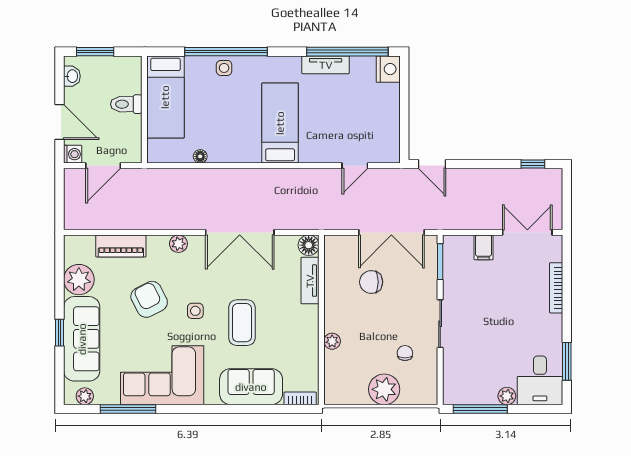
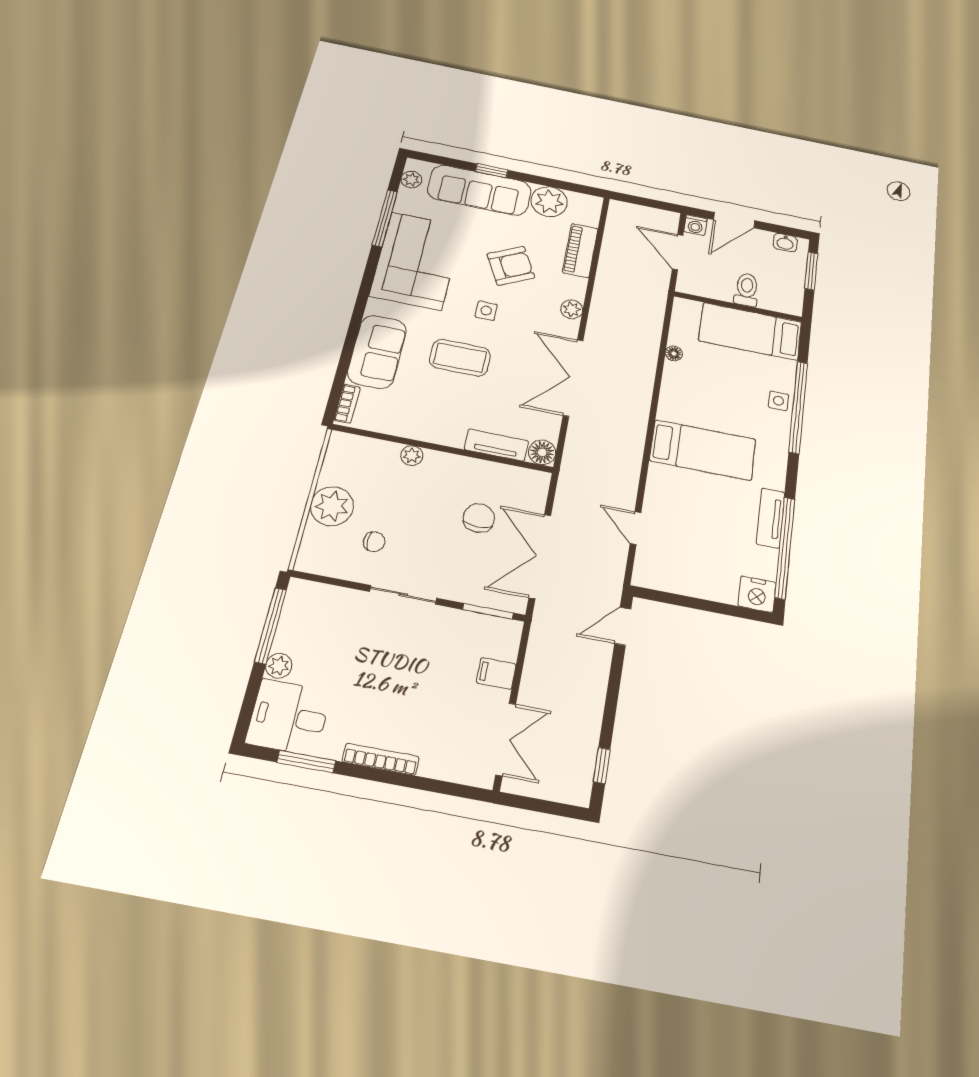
bookcase: (556, 288) -> (381, 759), moved

